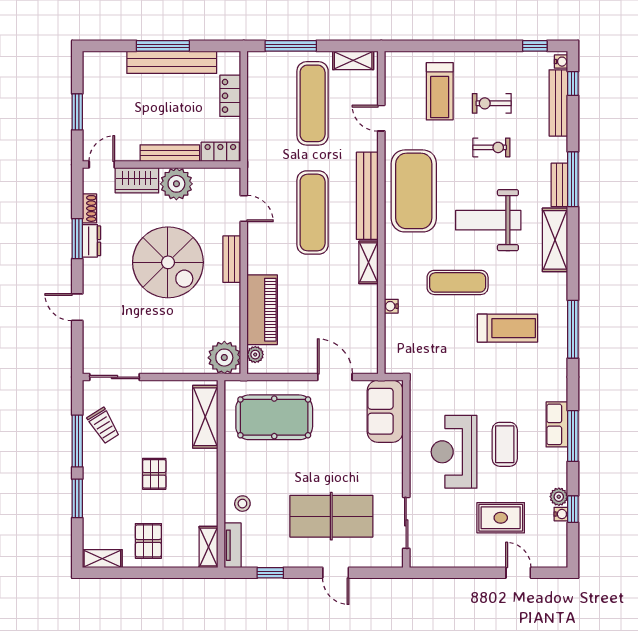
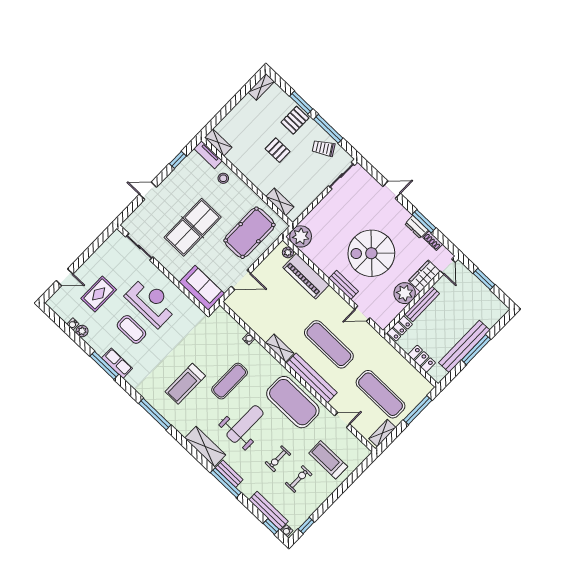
shelving: (205, 417) -> (280, 202), width x0.67, depth x0.75
window: (573, 509) -> (70, 332), removed
table tennis table: (331, 516) -> (193, 227), moved
pallet: (148, 541) -> (295, 120), moved, turned 90

